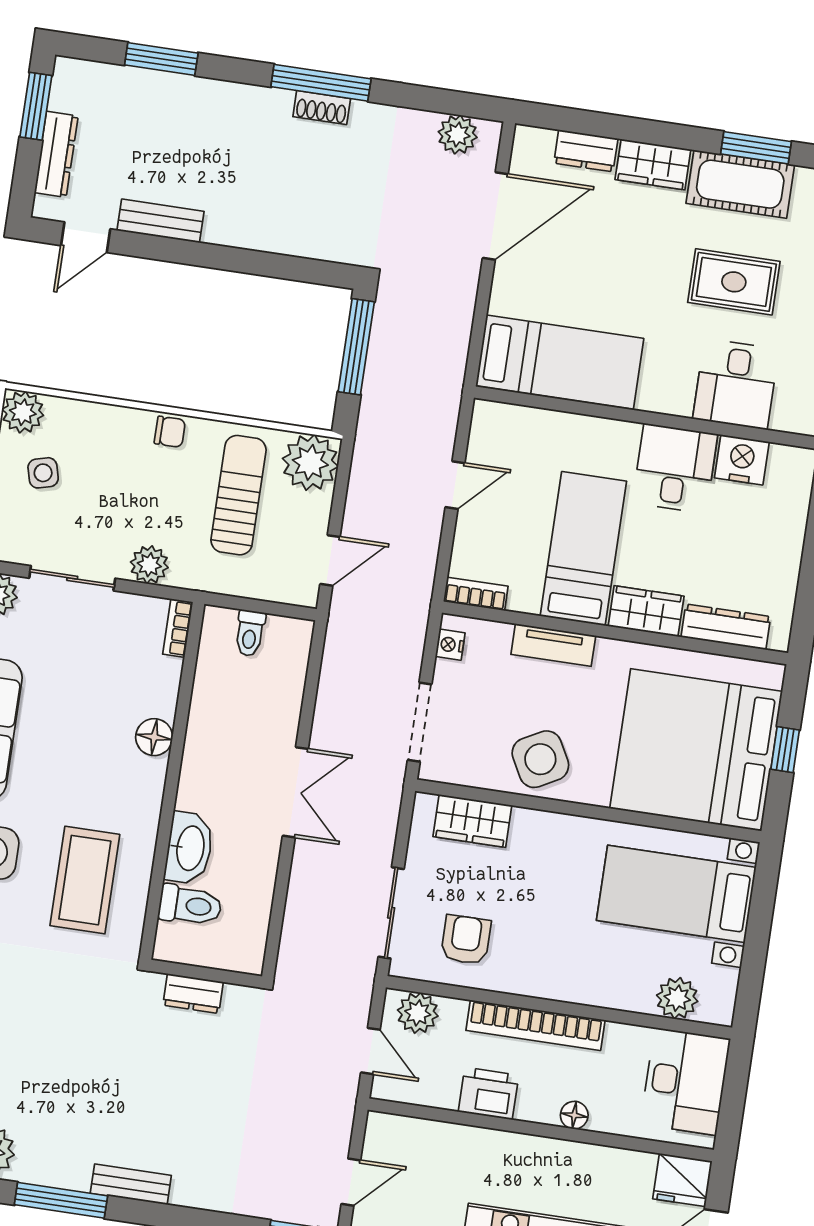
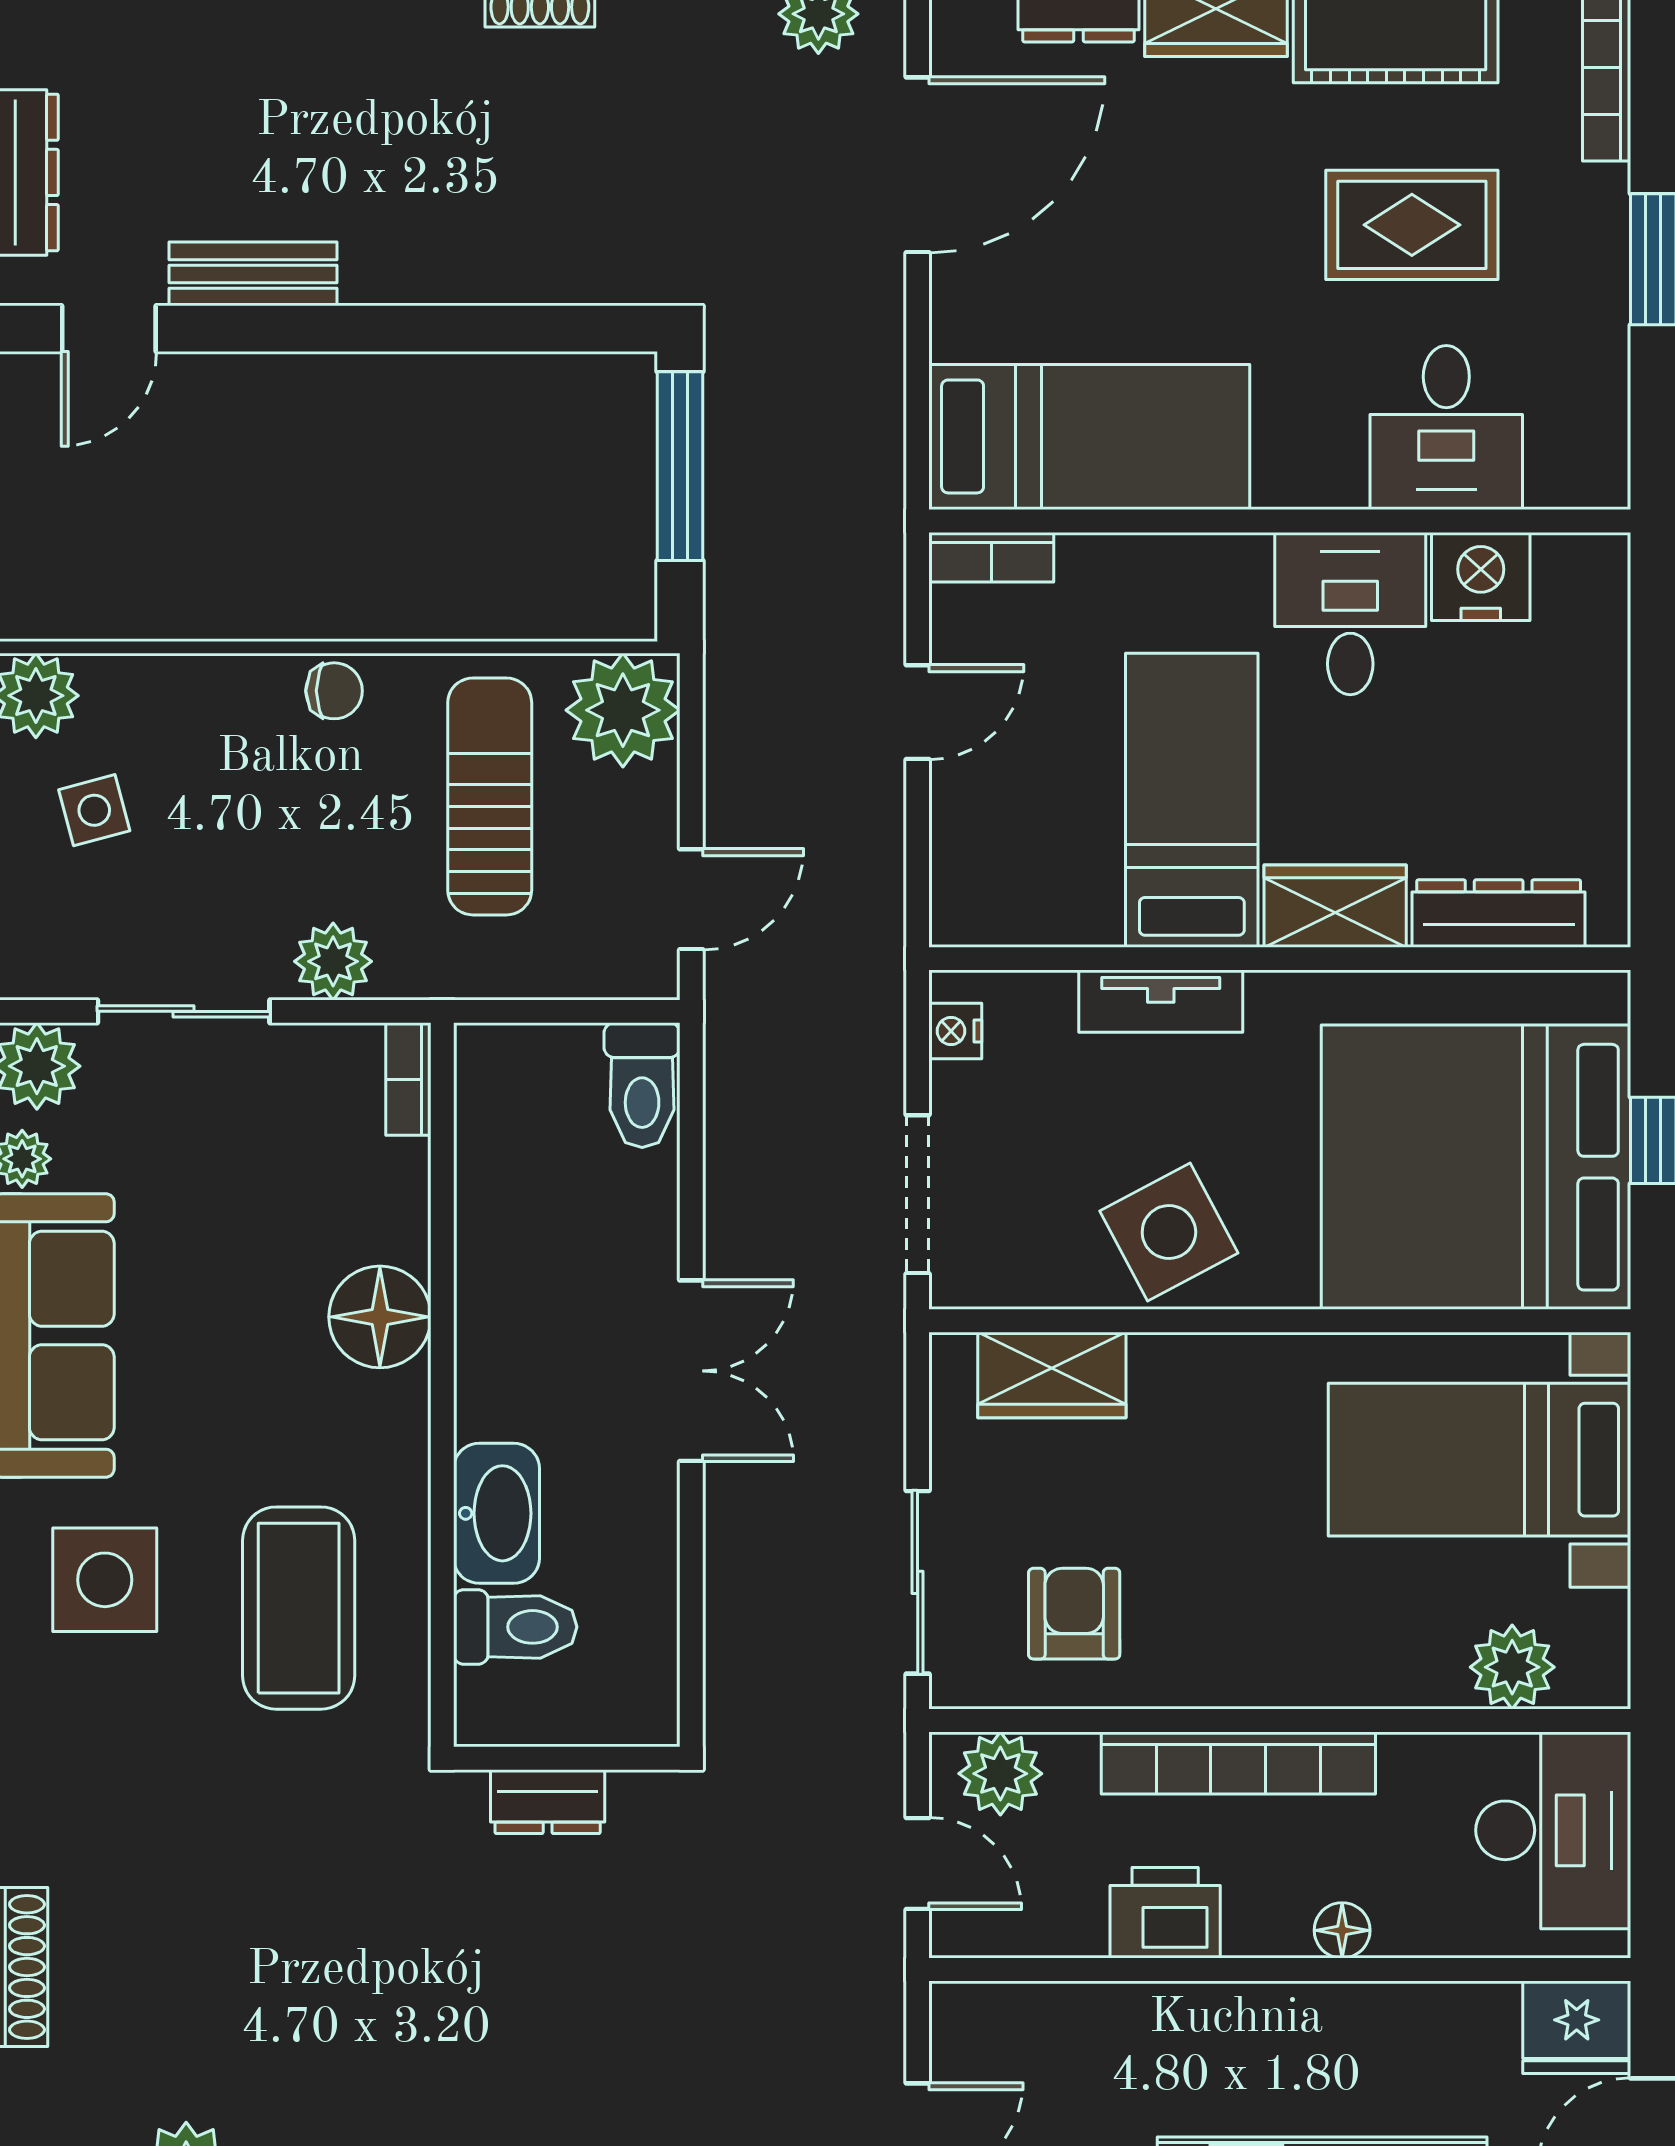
bookcase: (476, 594) -> (991, 557), moved, turned 180
toilet: (250, 633) -> (642, 1085), moved, width x1.37, depth x1.39
floor lamp: (154, 737) -> (380, 1317), width x1.38, depth x1.38

